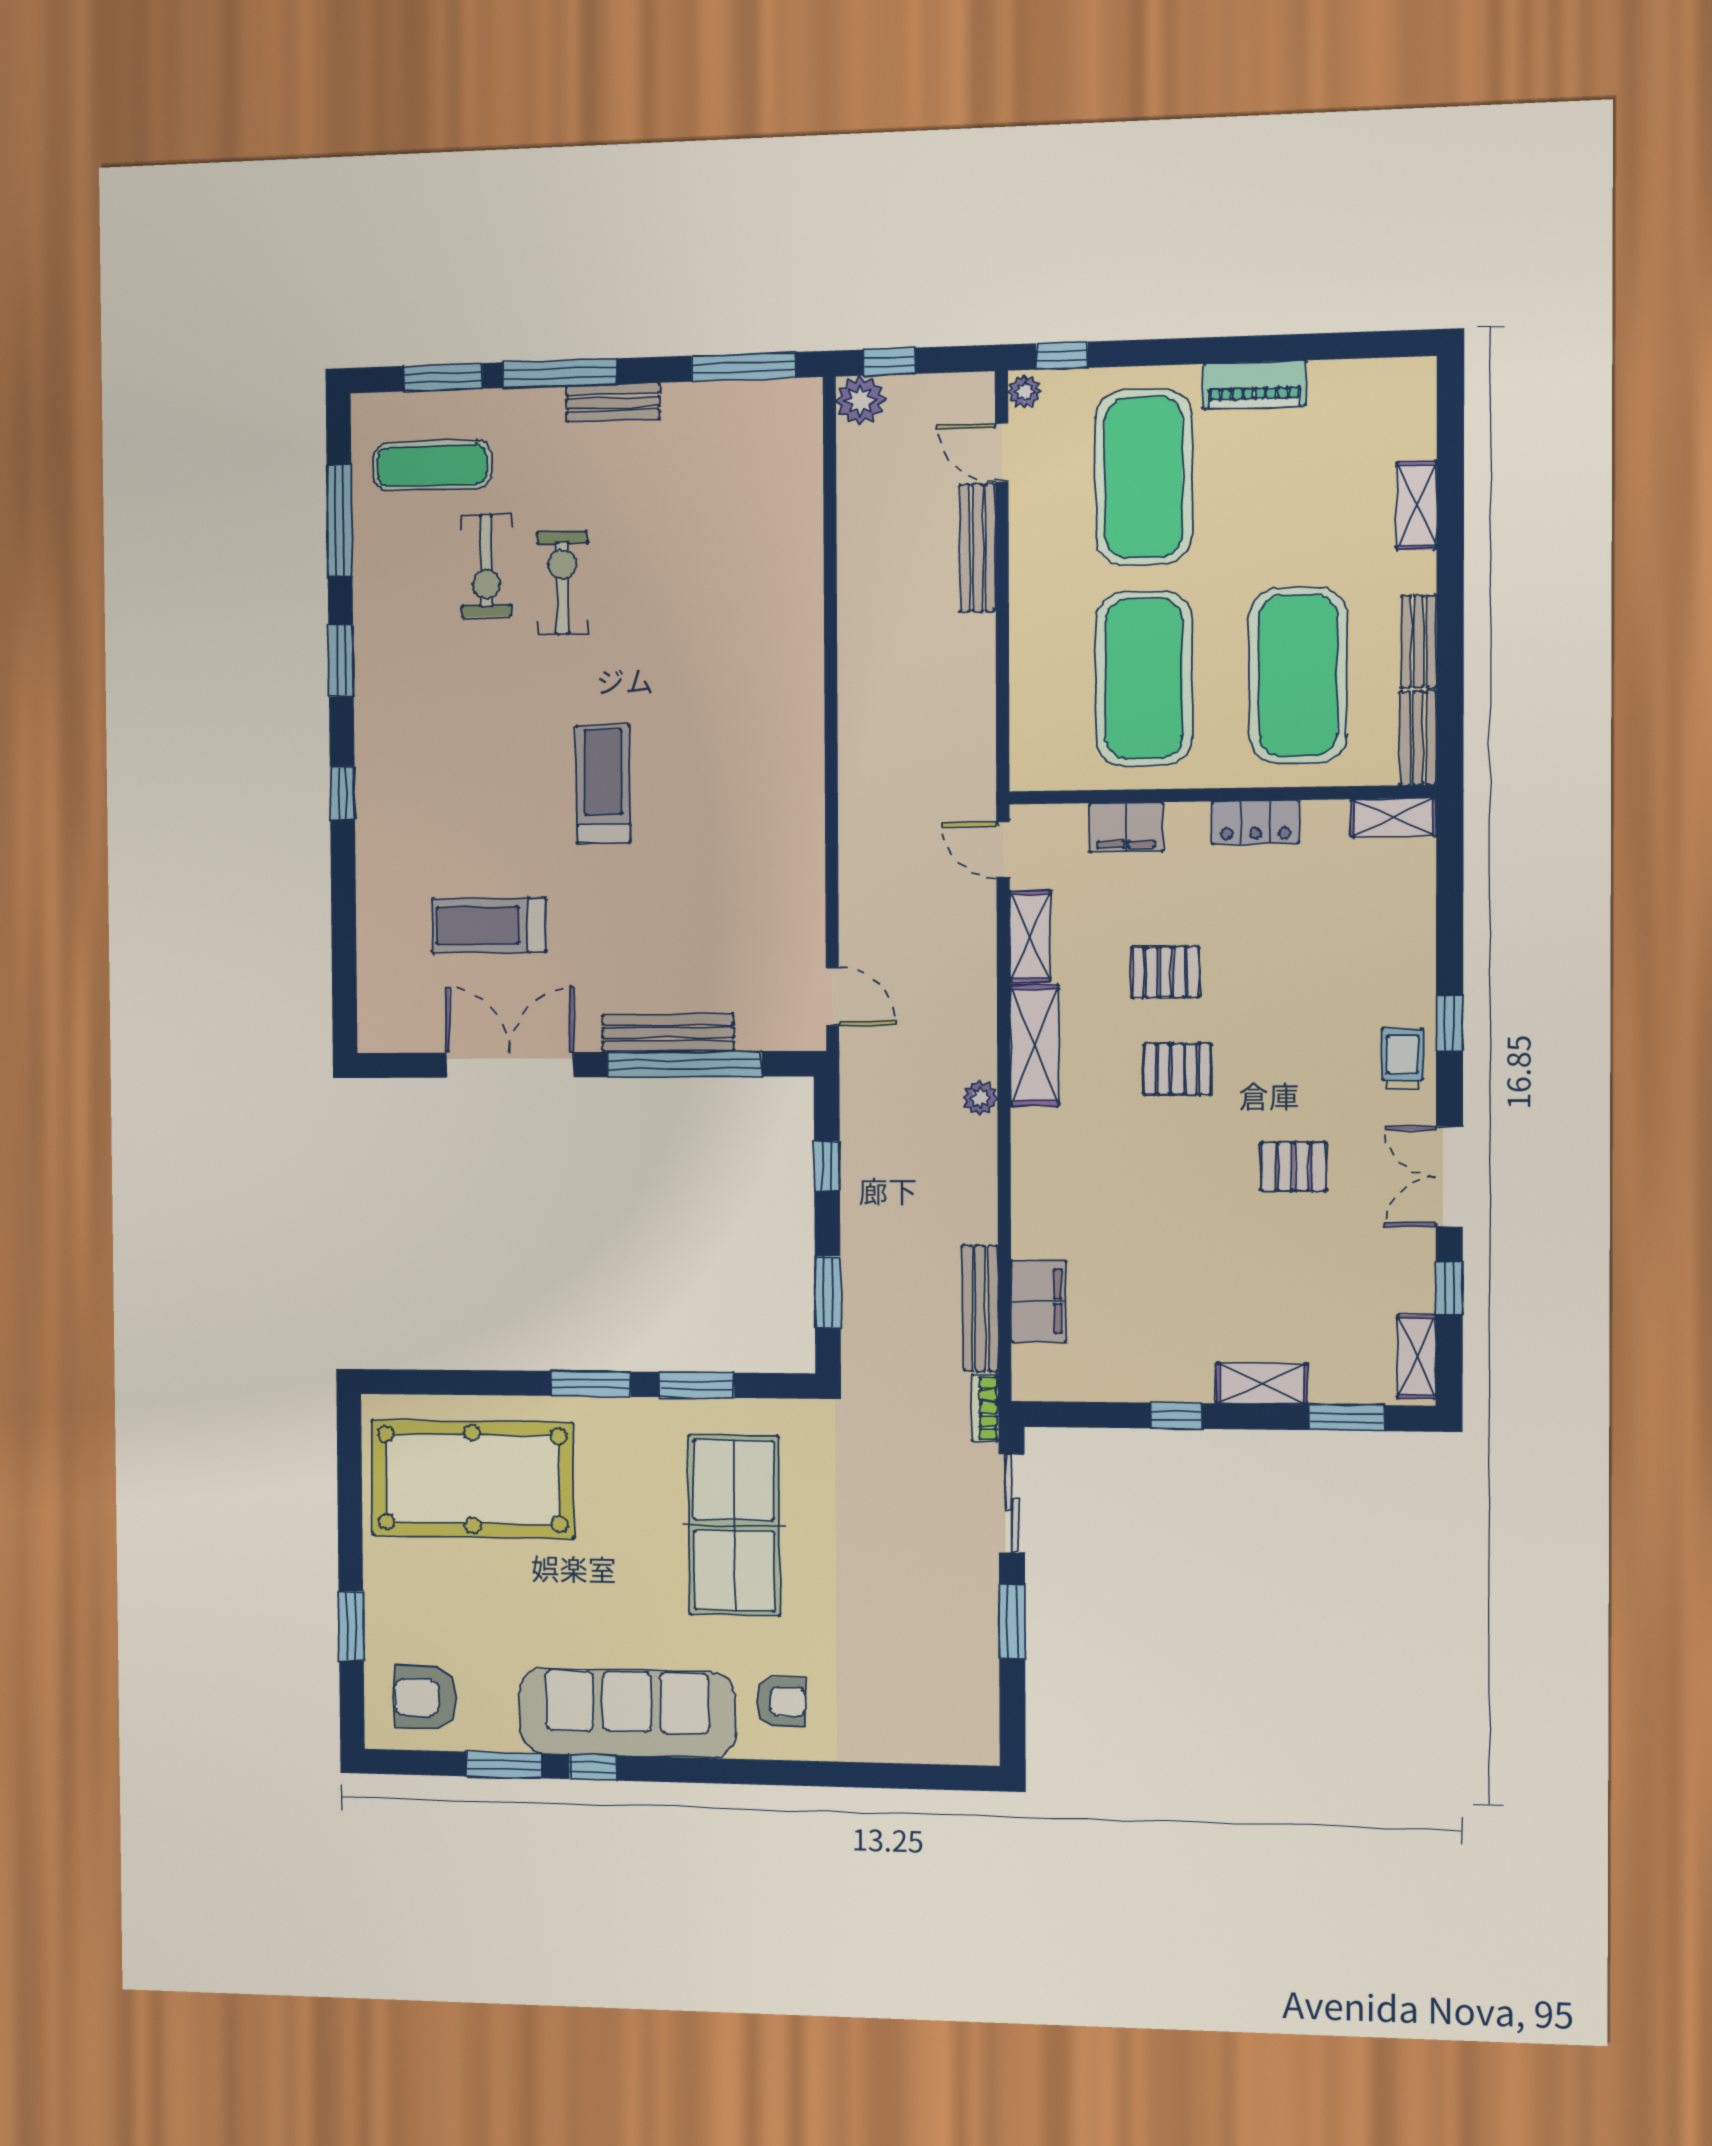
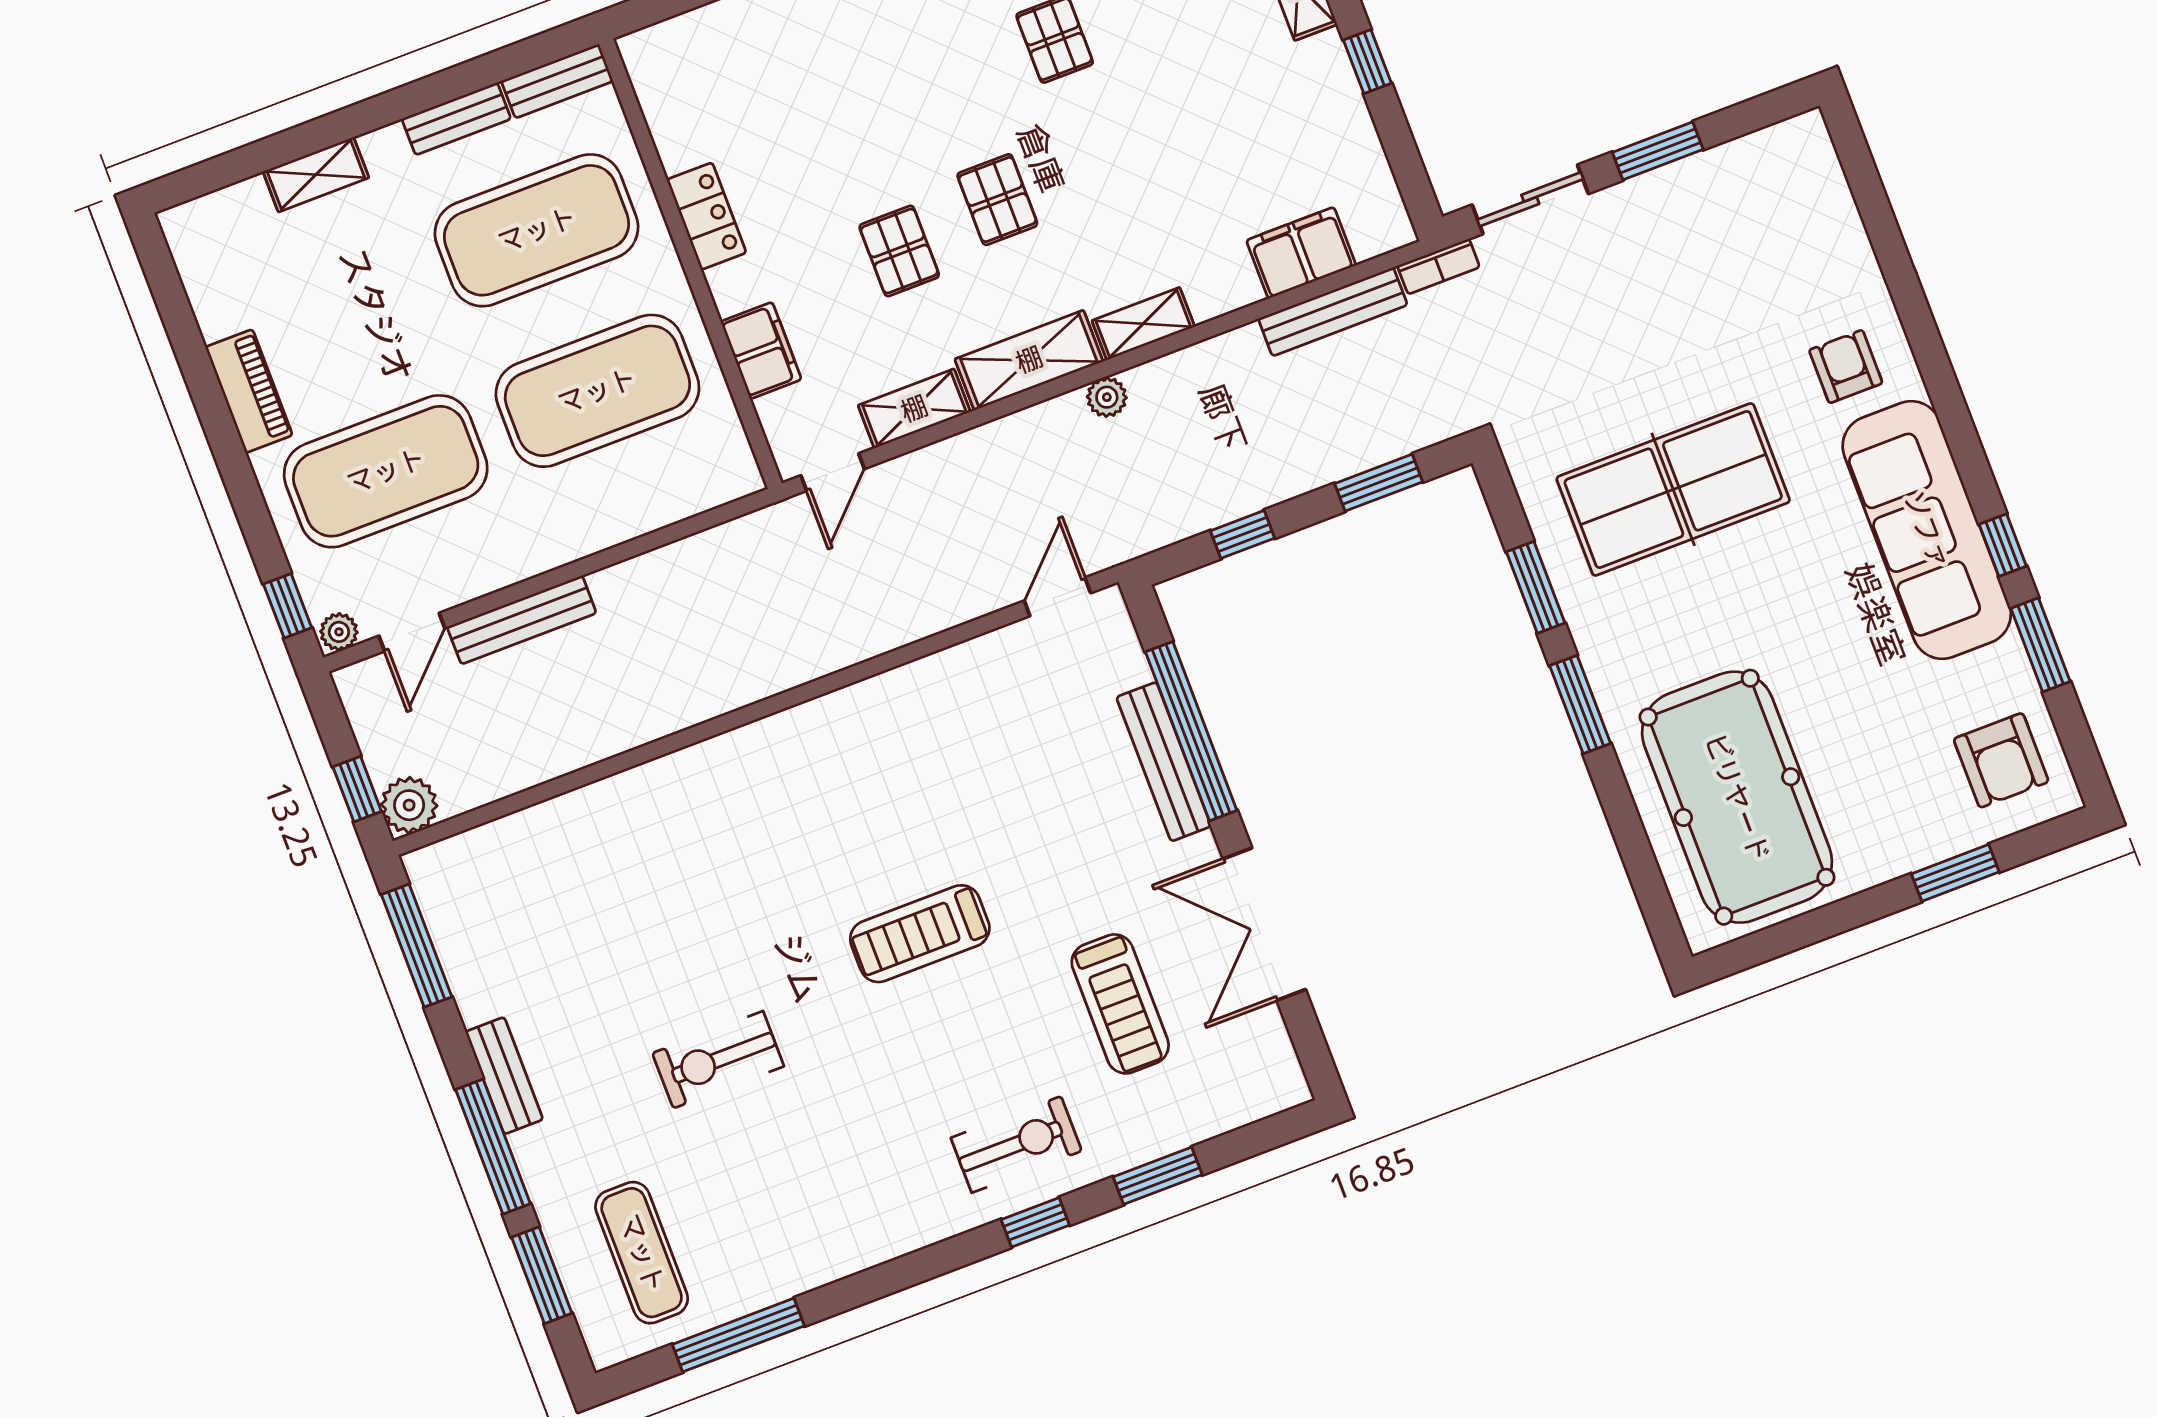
exercise bike: (486, 566) -> (1016, 1144), moved
window: (341, 661) -> (1158, 1176), moved
shelving: (1393, 818) -> (1143, 324), moved, turned 90

